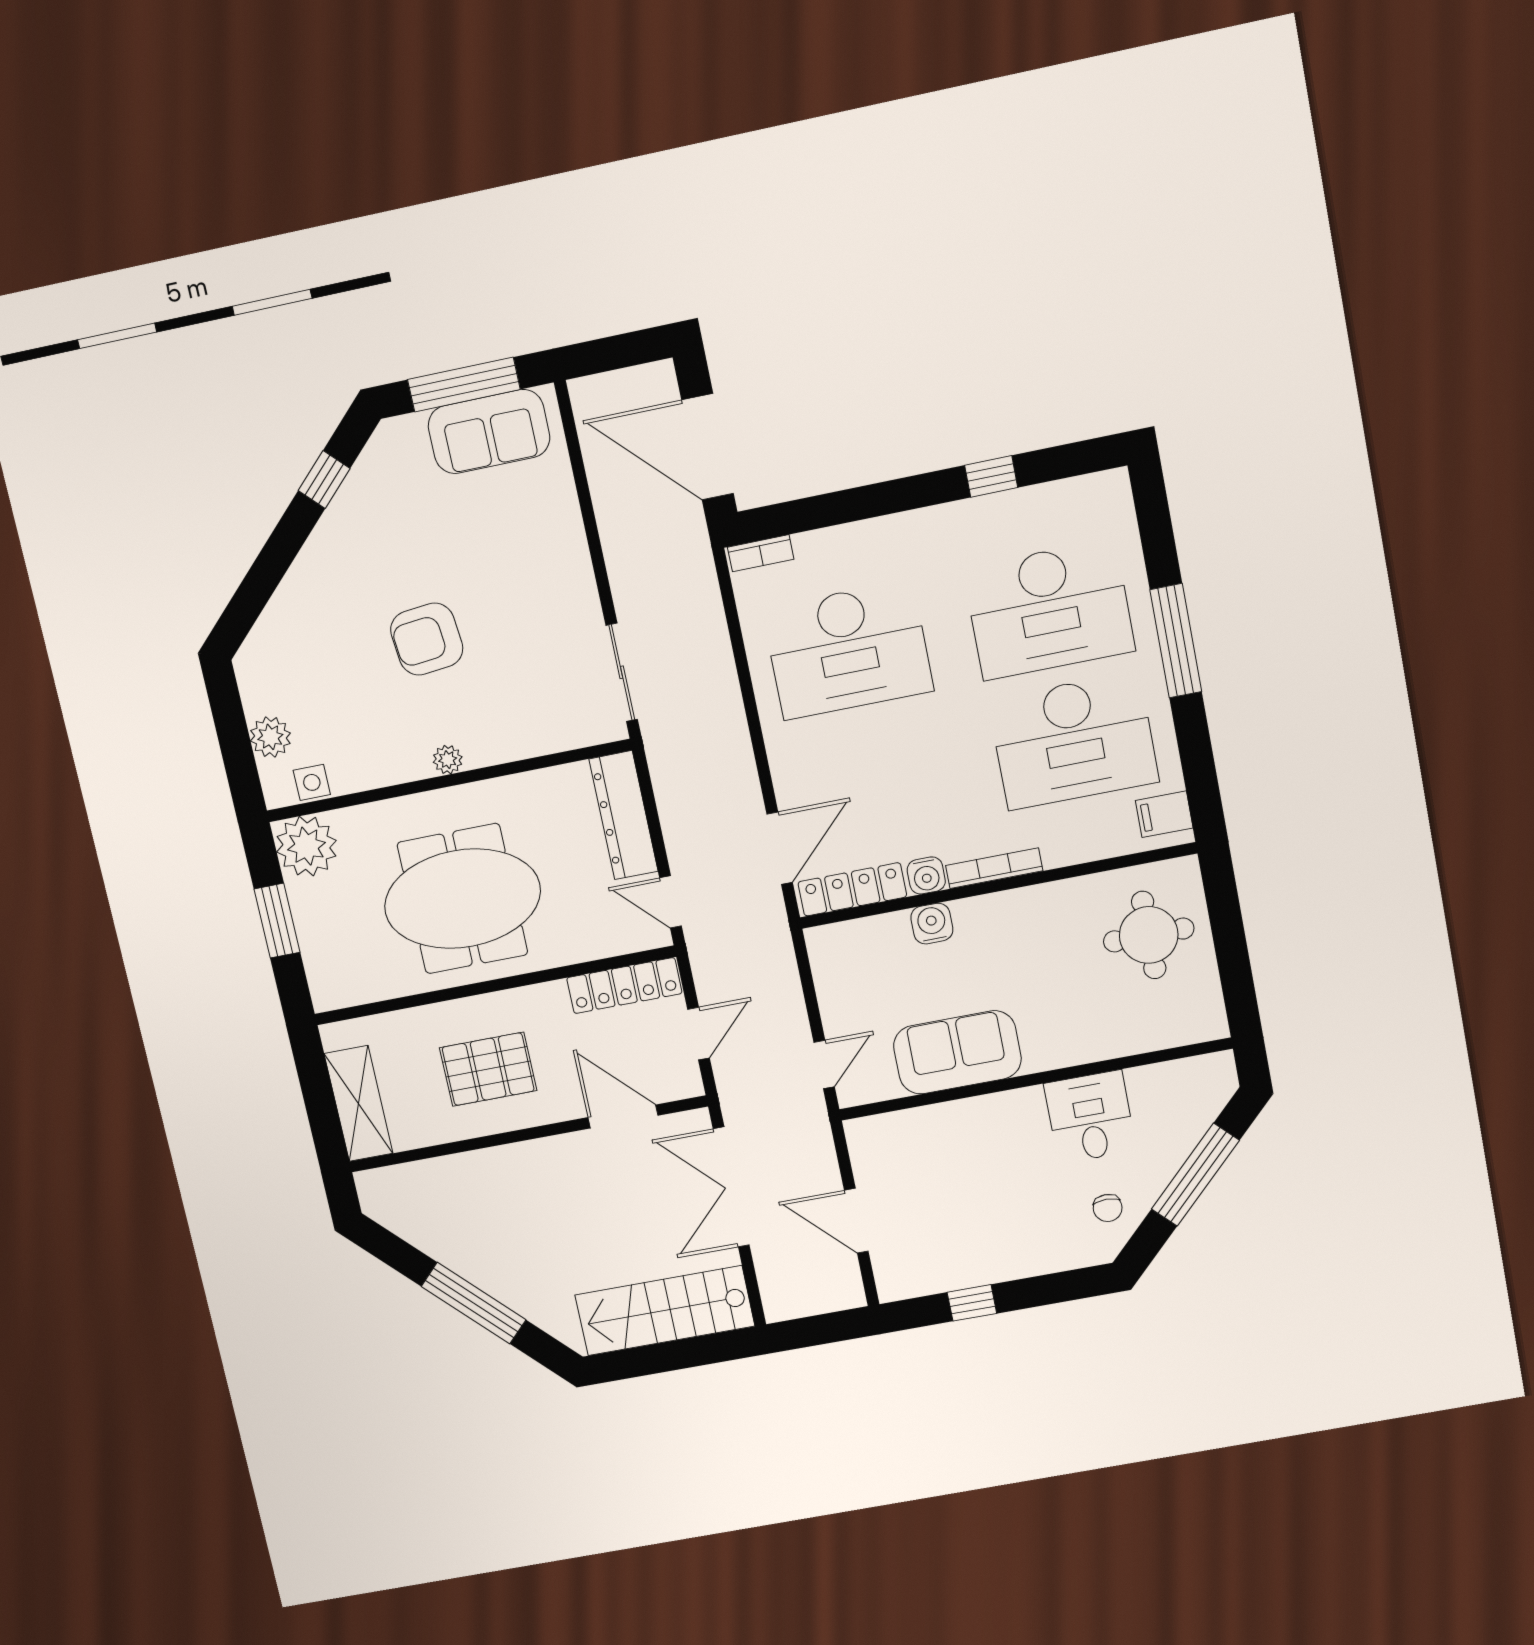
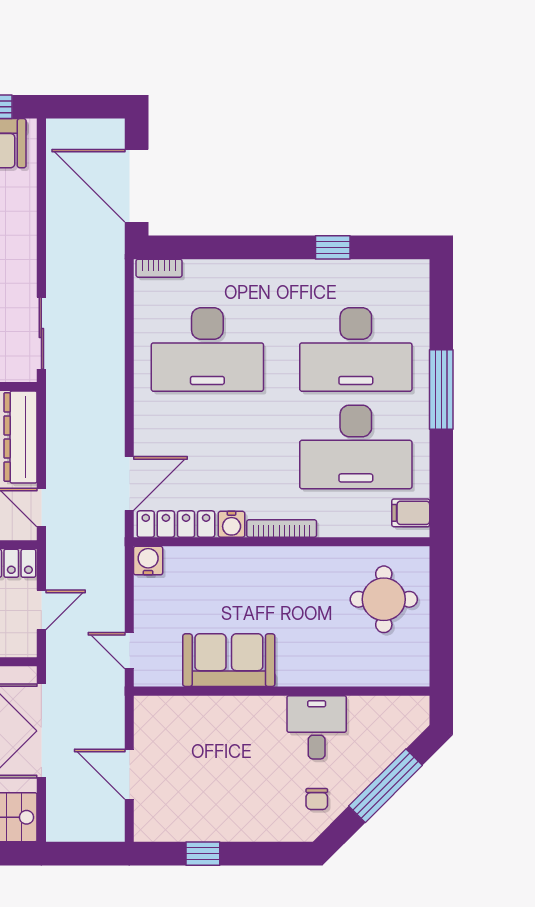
water cooler: (932, 924) -> (148, 561), moved
door: (824, 1064) -> (129, 651), swing flipped

